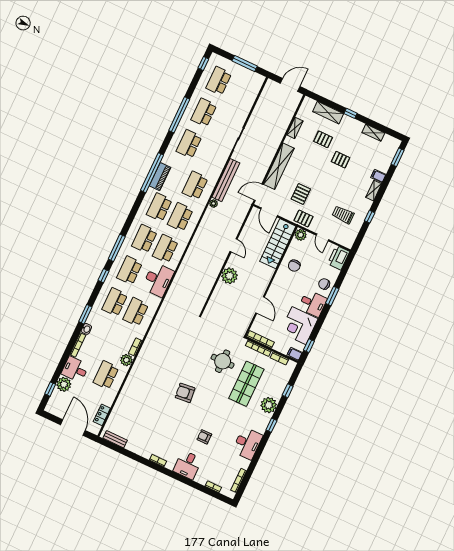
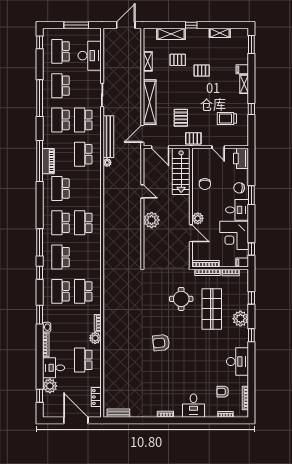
school desk: (180, 217) -> (83, 120), moved
plant: (301, 235) -> (198, 218), moved
desk: (158, 280) -> (90, 56), moved
armchair: (204, 437) -> (223, 392), moved

